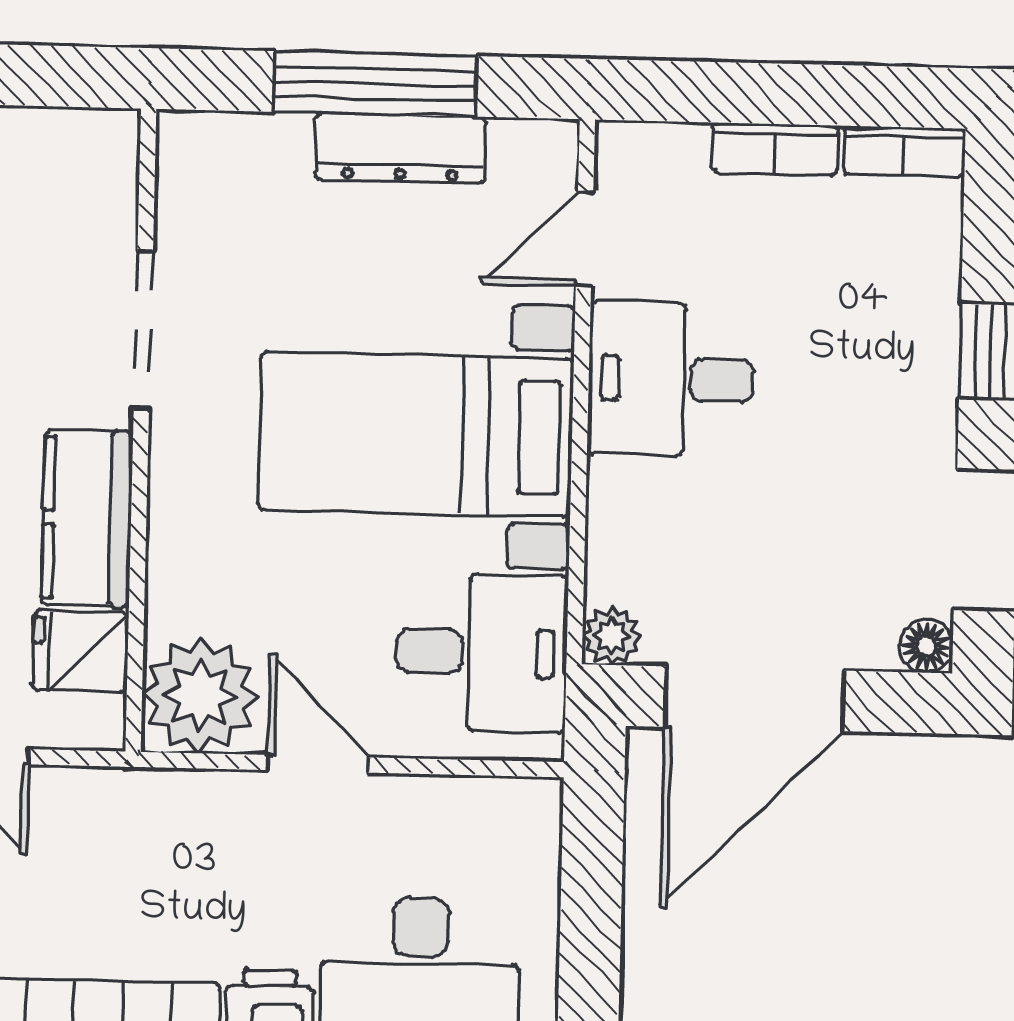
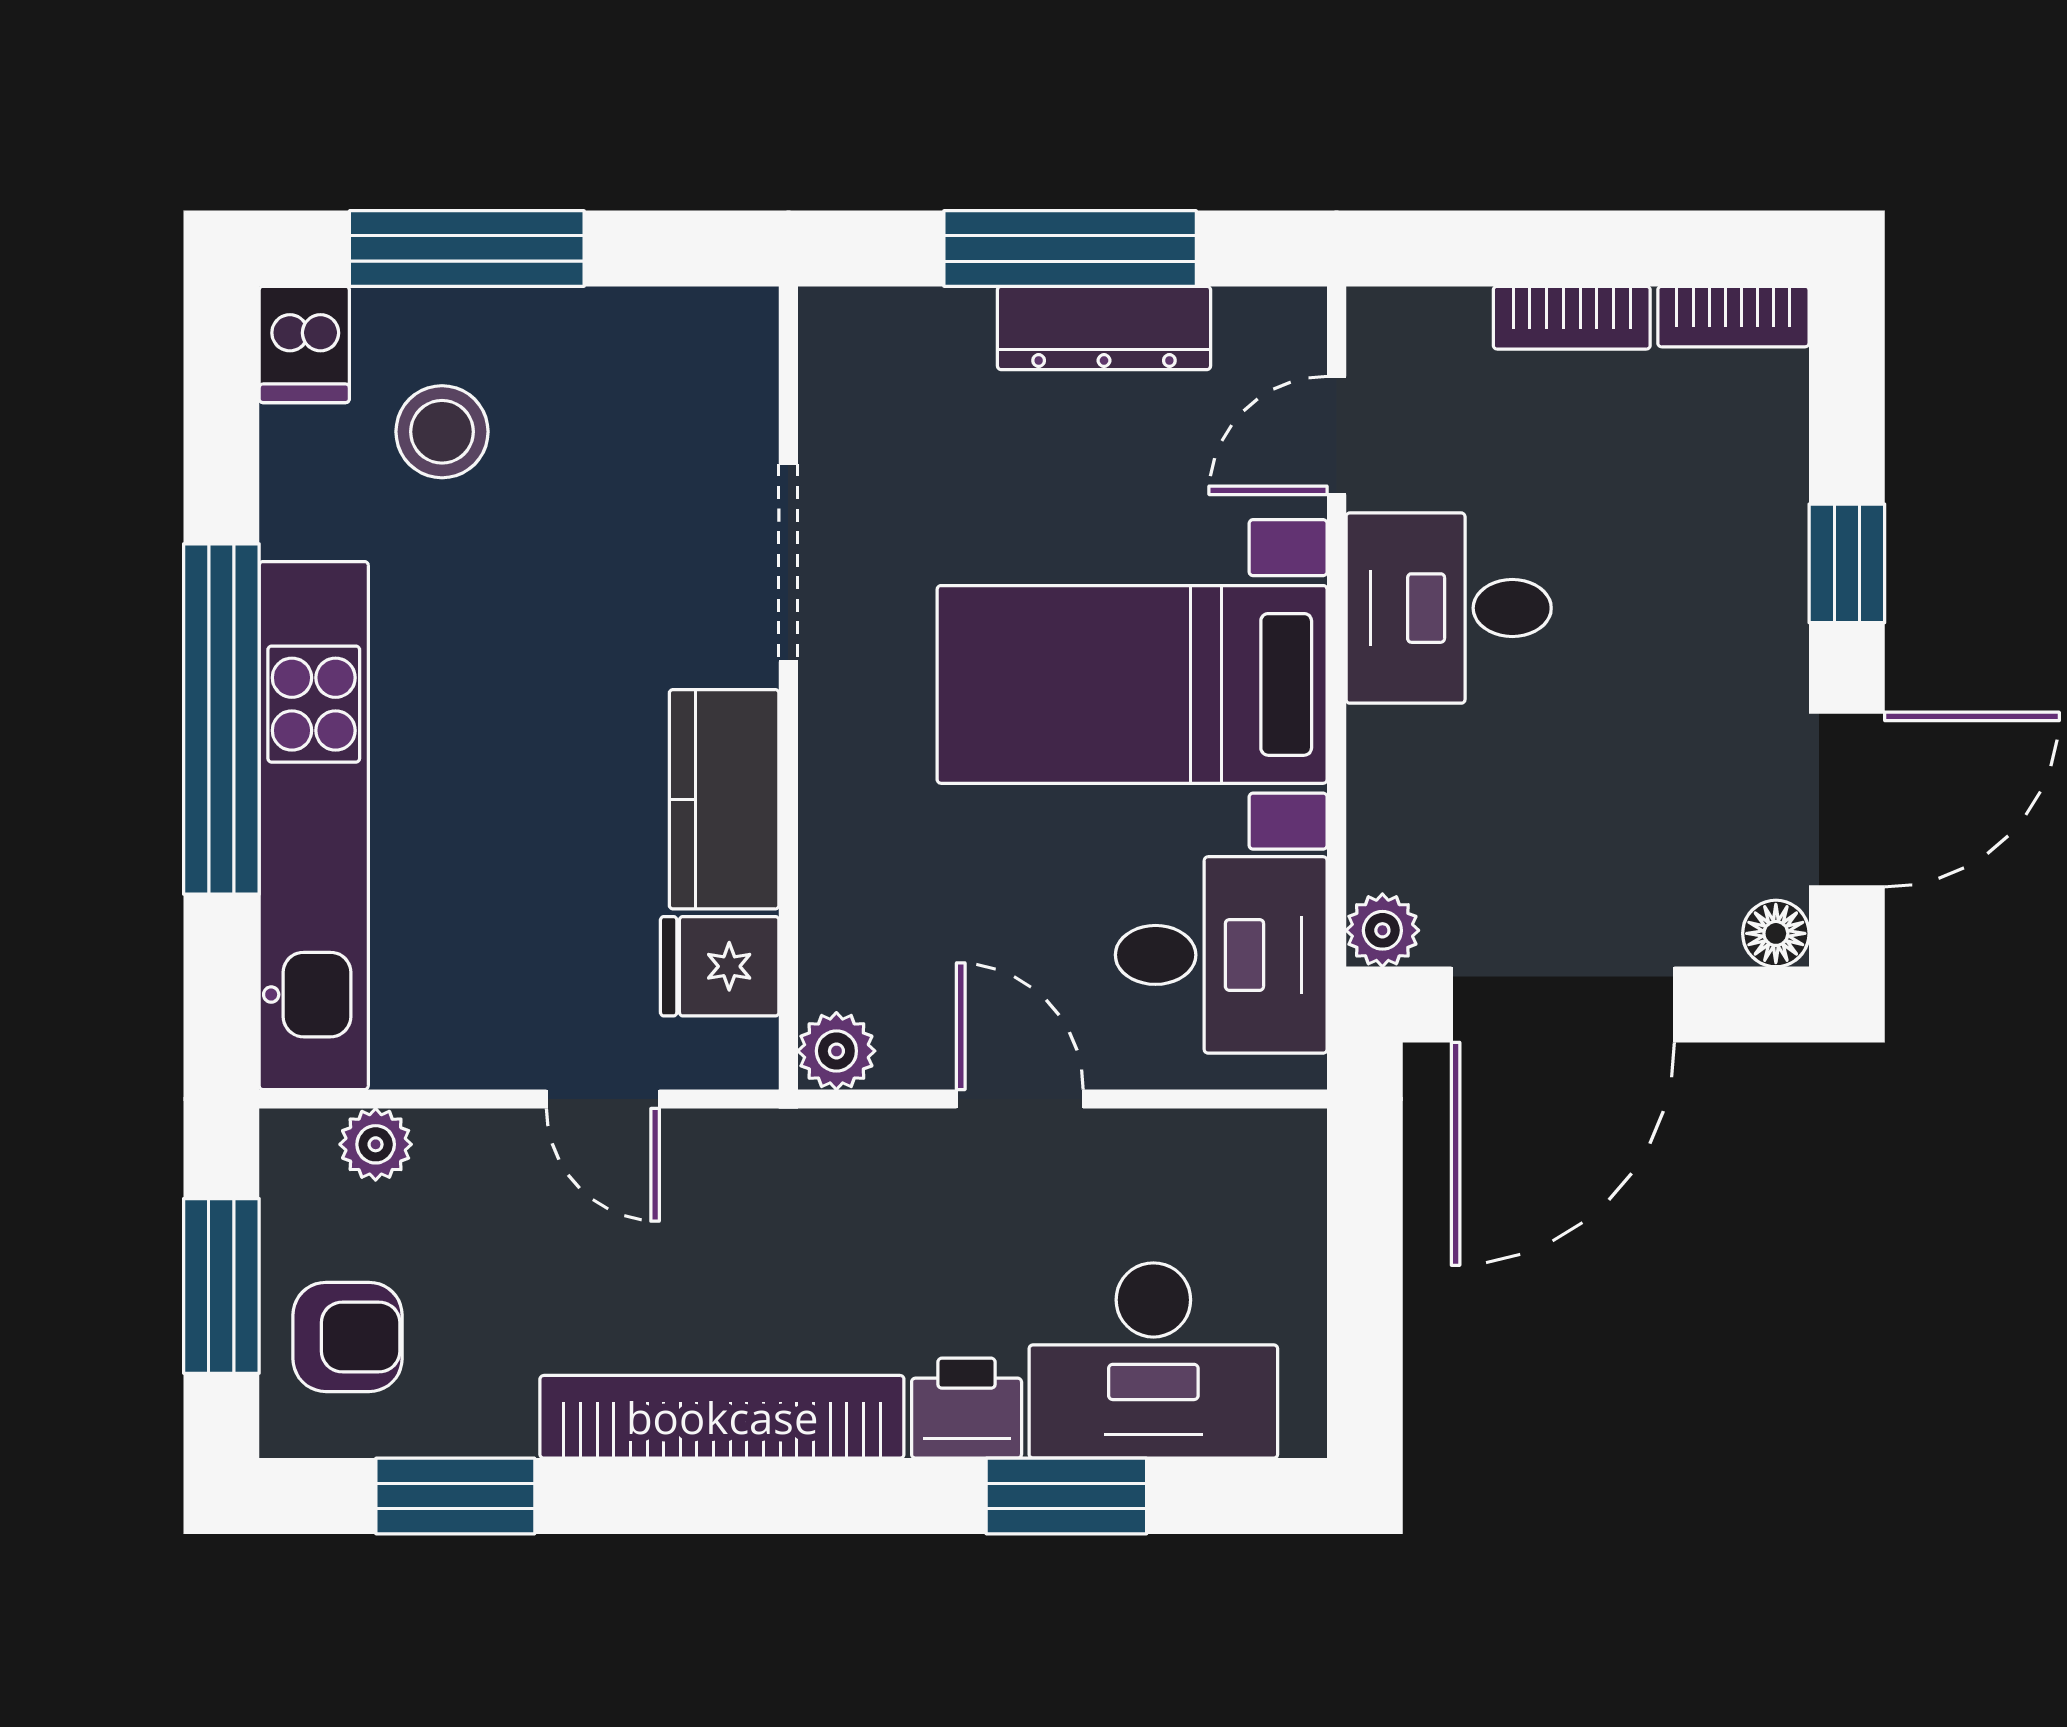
plant: (200, 695) -> (836, 1051), width x0.53, depth x0.53

